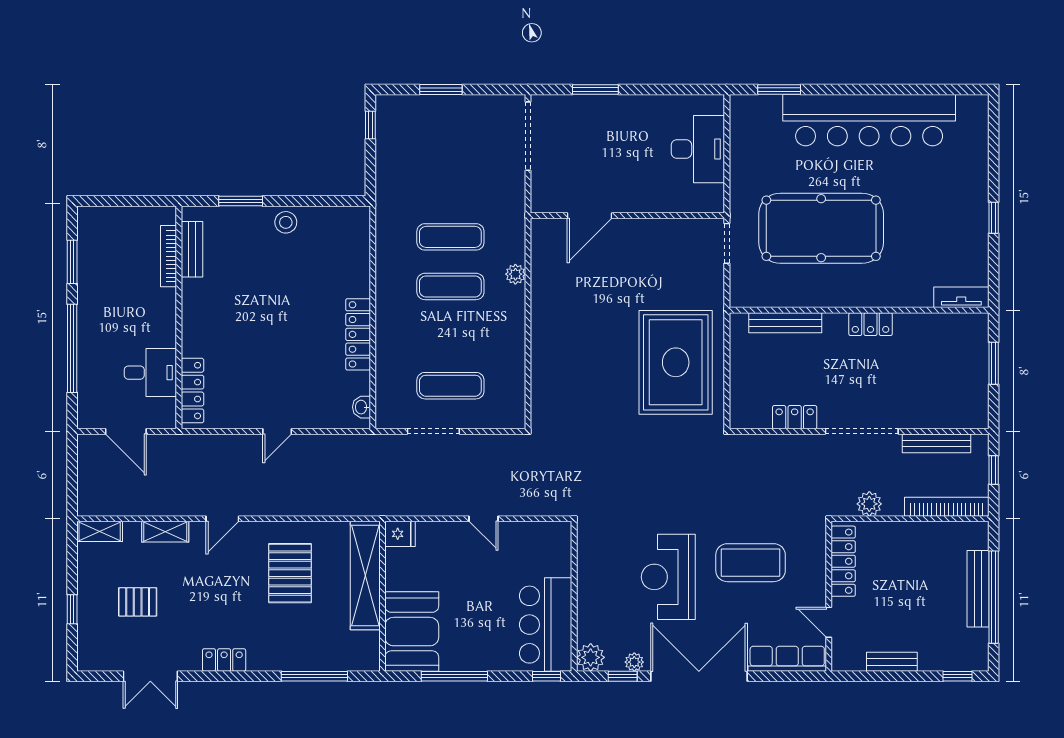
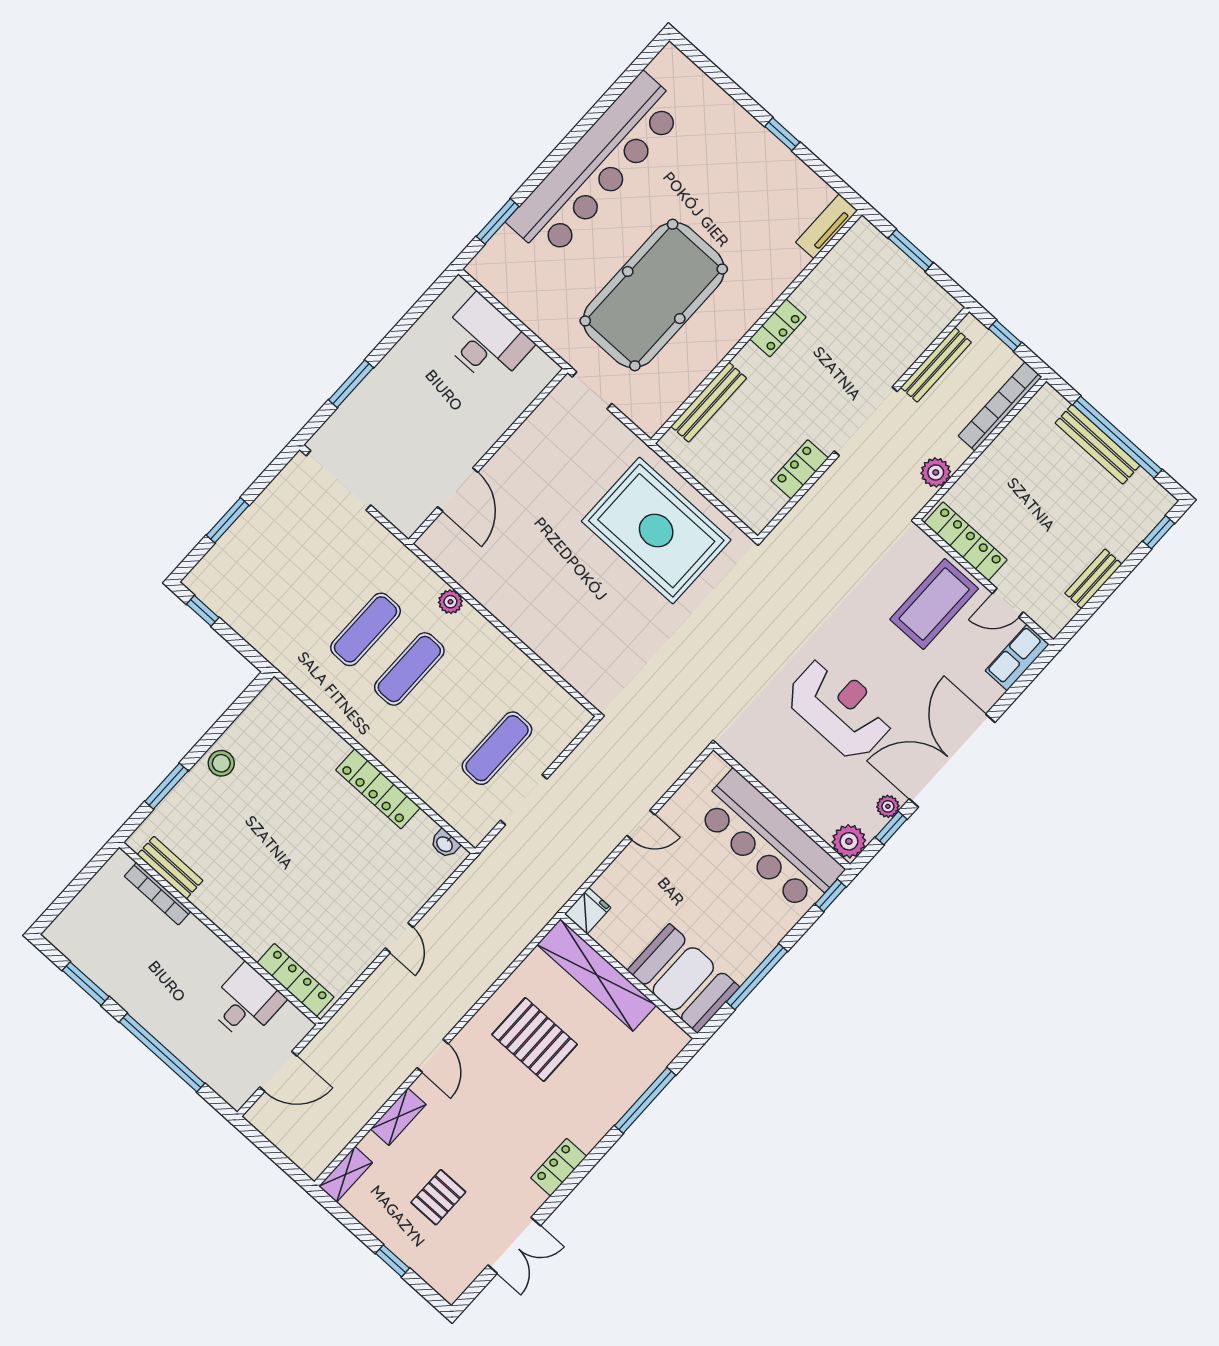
coffee table: (751, 563) -> (934, 604), moved
reception desk: (668, 577) -> (840, 708), turned 180
bar counter: (546, 625) -> (769, 841), width x1.36
row of seats: (787, 659) -> (1017, 658), width x0.68

